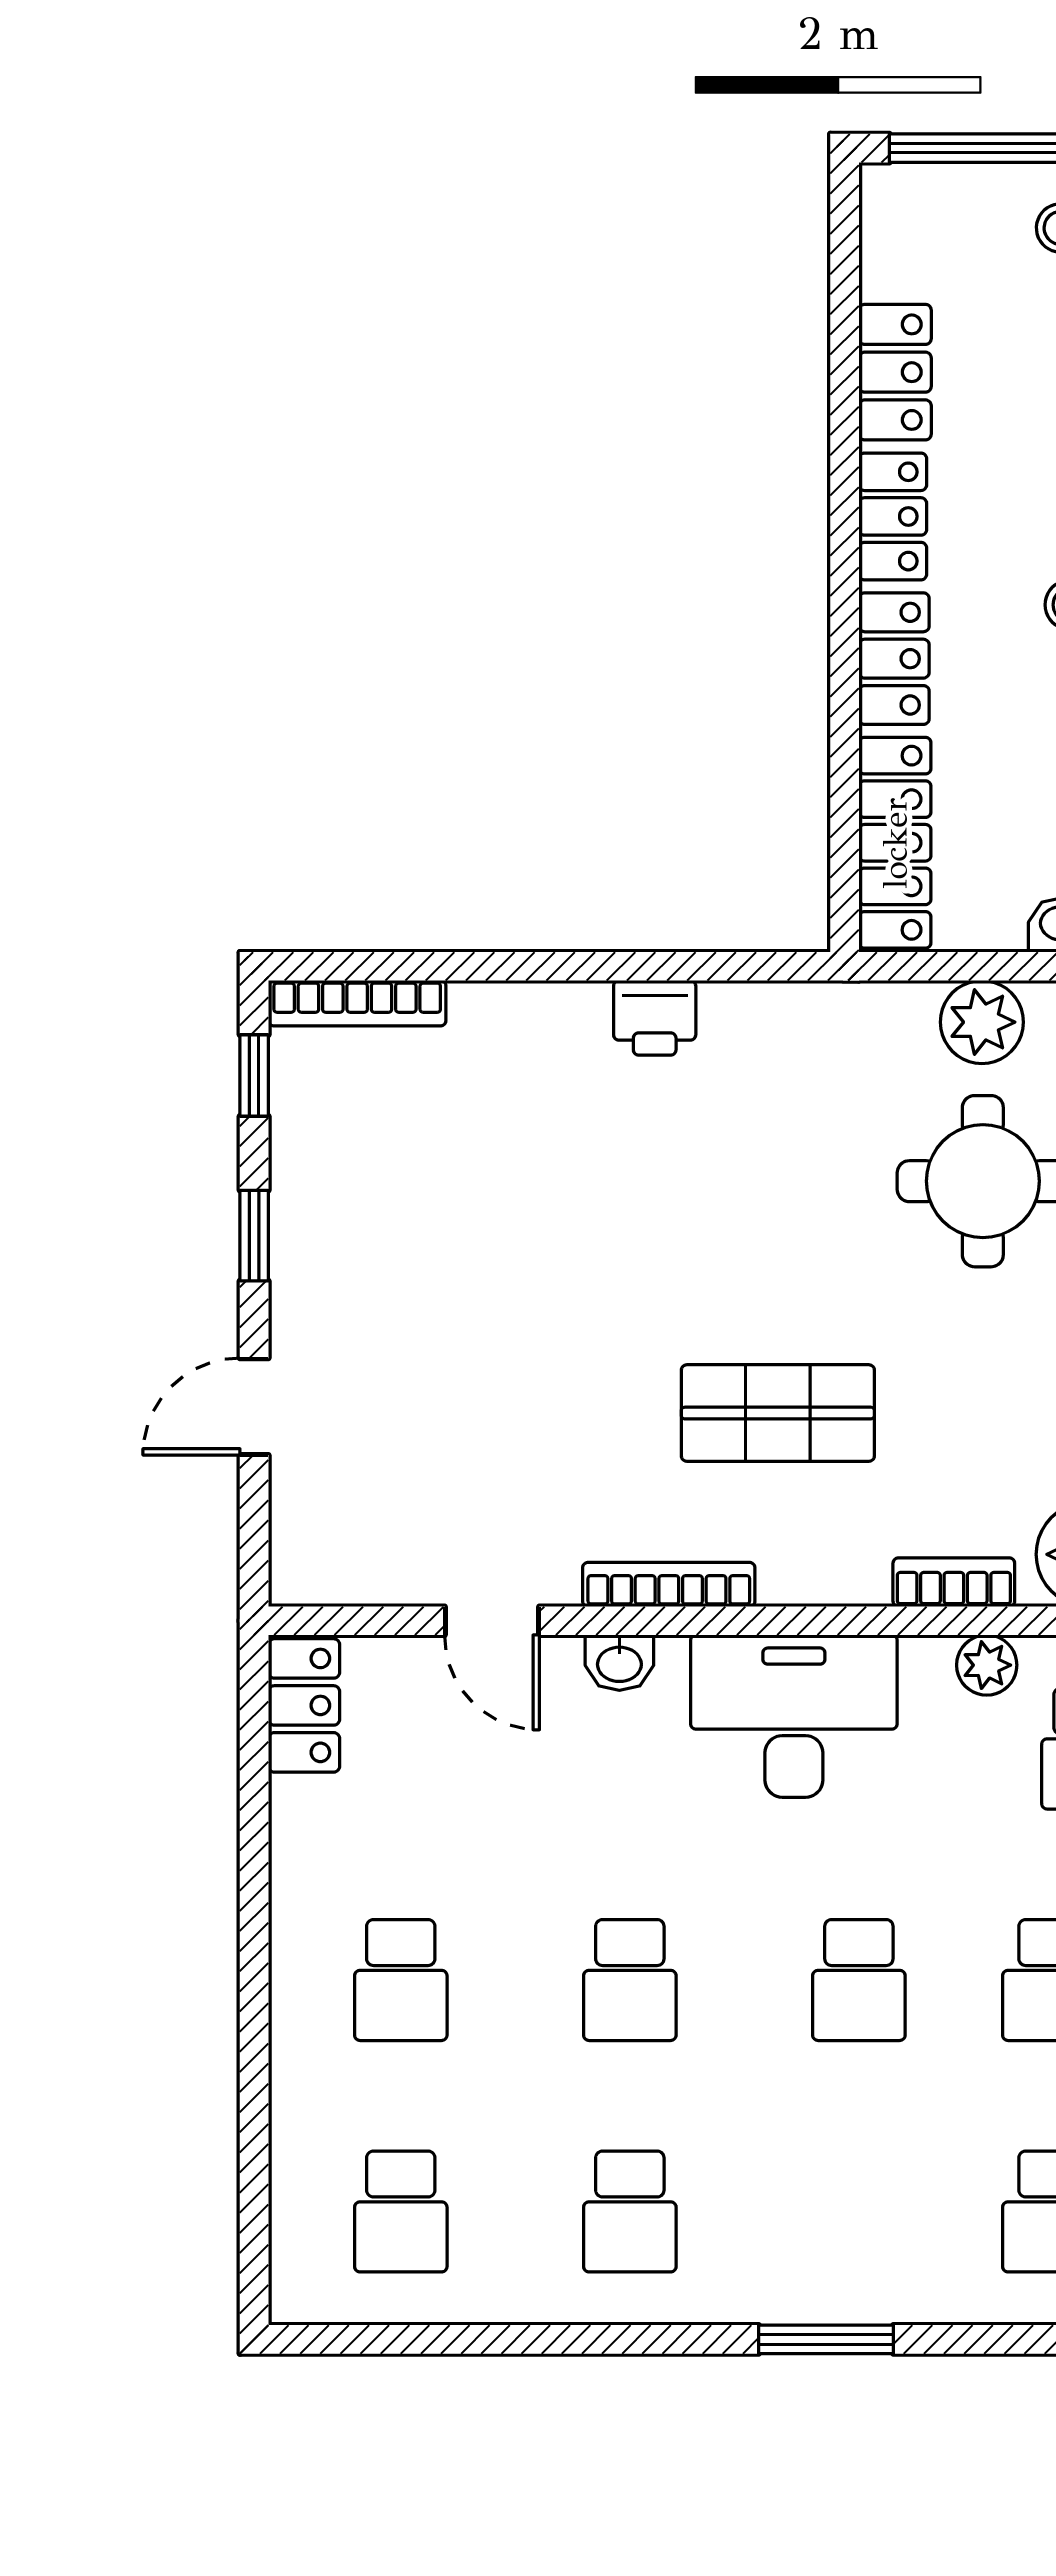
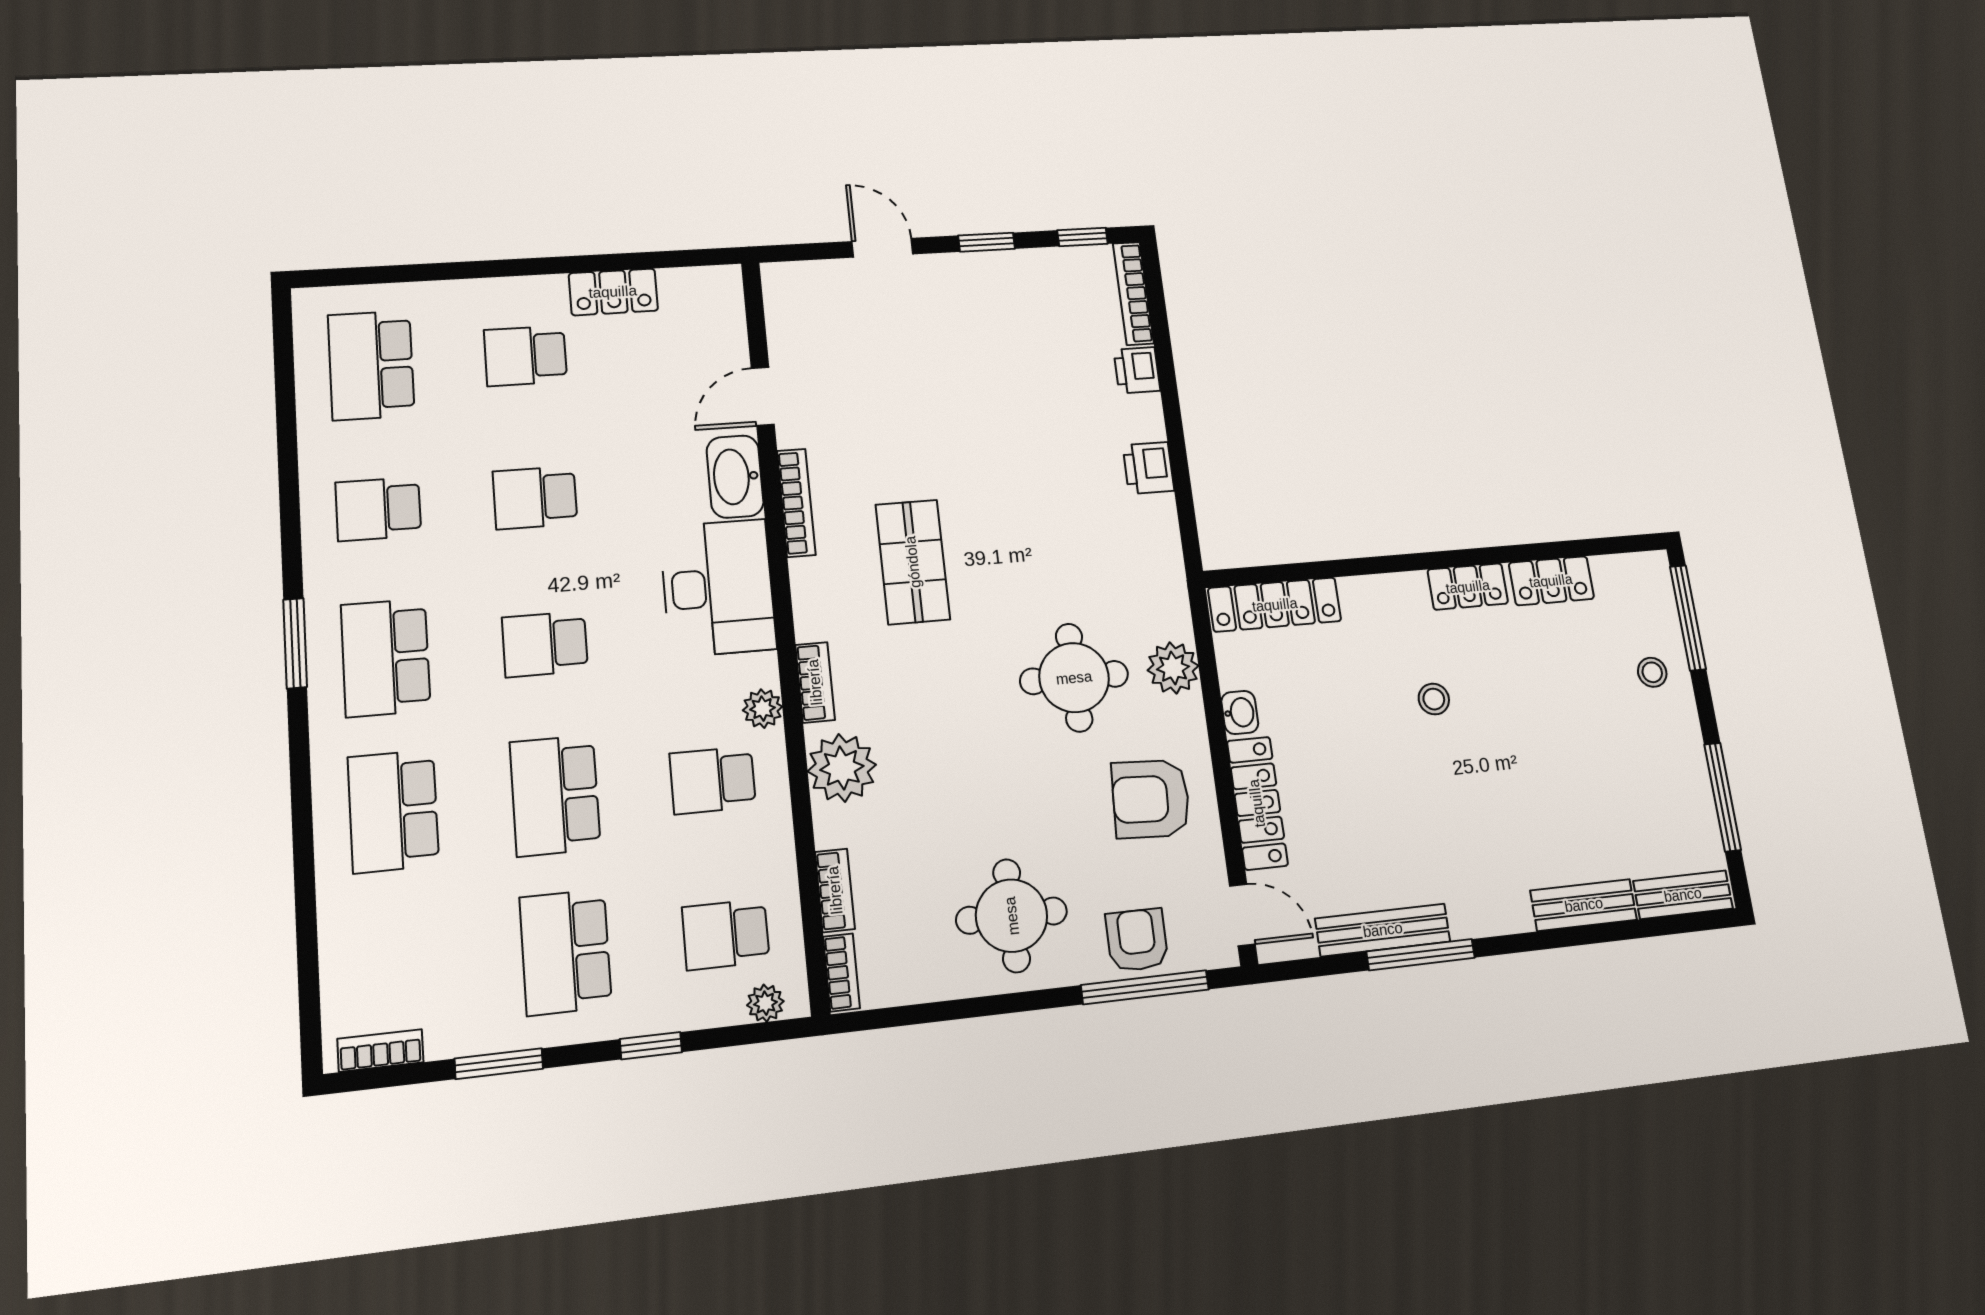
locker: (894, 659) -> (1384, 595), removed
printer: (489, 1015) -> (1137, 370), added
washbasin: (619, 1663) -> (735, 477), width x1.91, depth x1.45
locker: (304, 1705) -> (613, 292), moved
school desk: (401, 2212) -> (371, 365), width x1.85
school desk: (859, 2212) -> (386, 658), added

